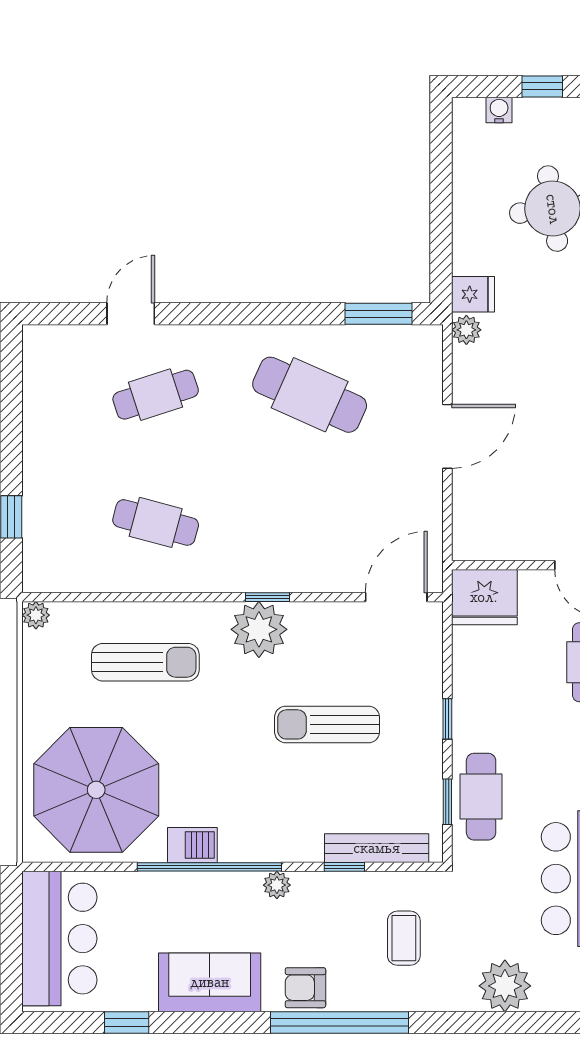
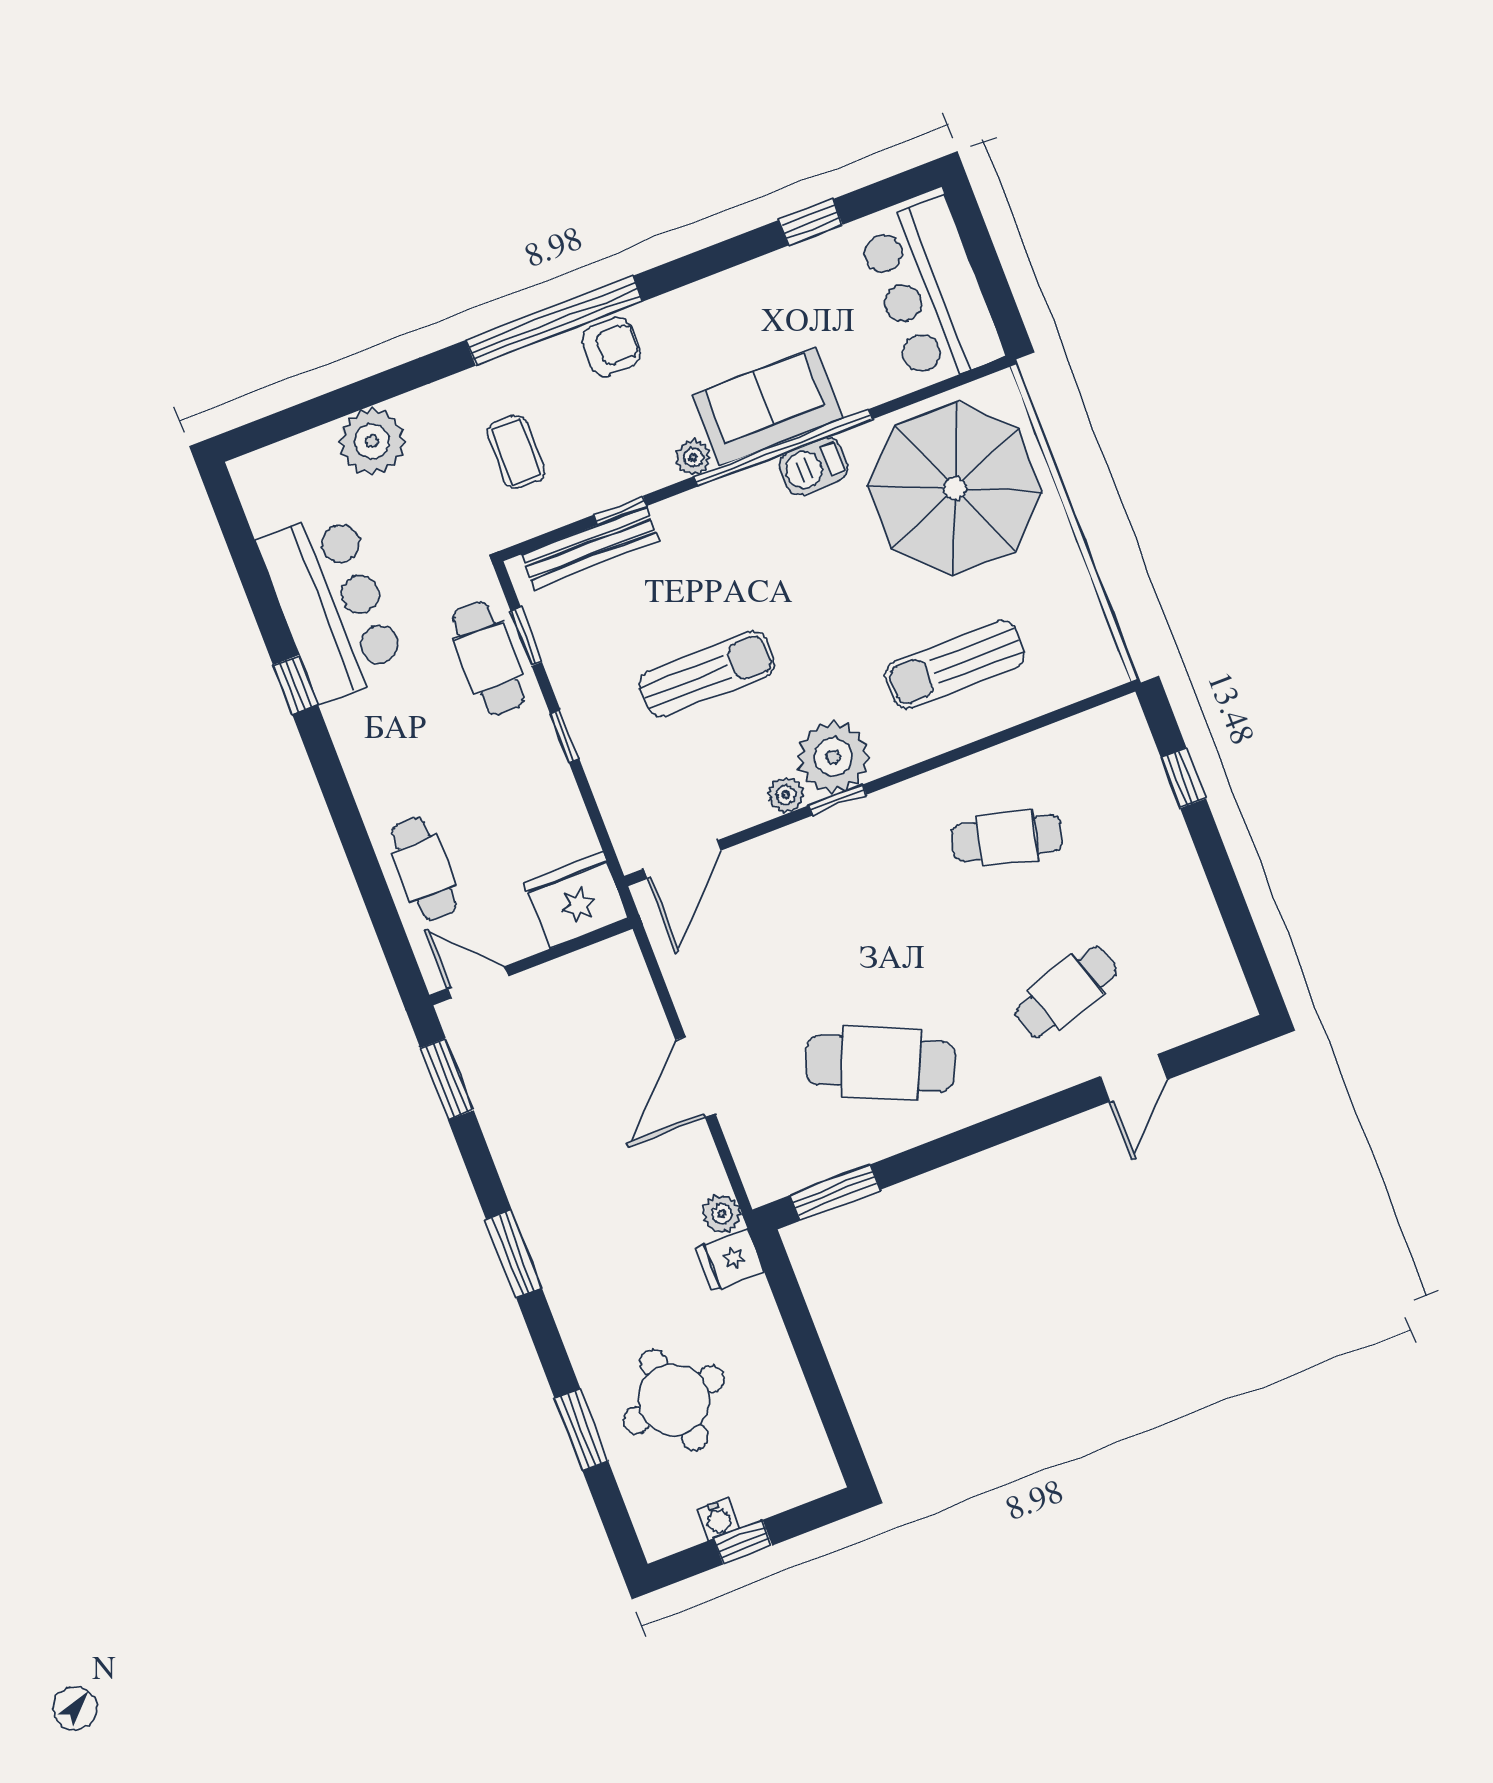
water cooler: (499, 110) -> (718, 1519), moved
plant: (36, 615) -> (786, 795), moved
sofa: (210, 982) -> (768, 407), moved, turned 180

